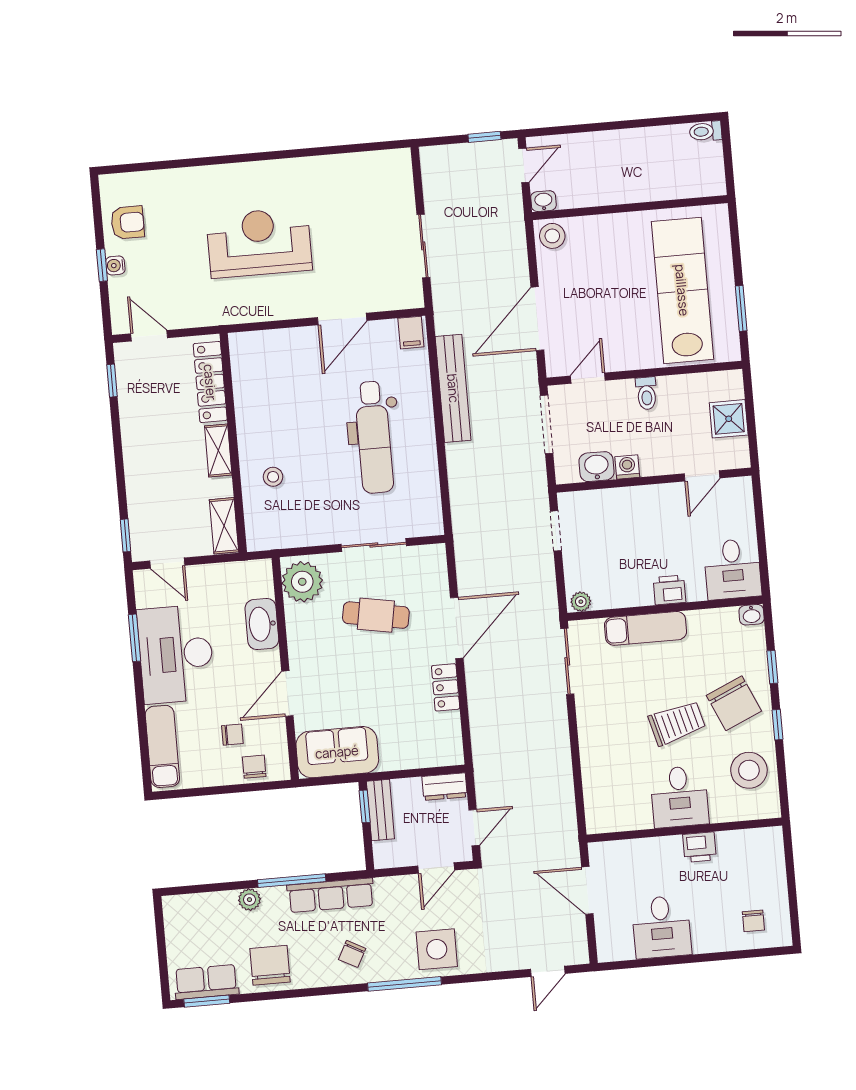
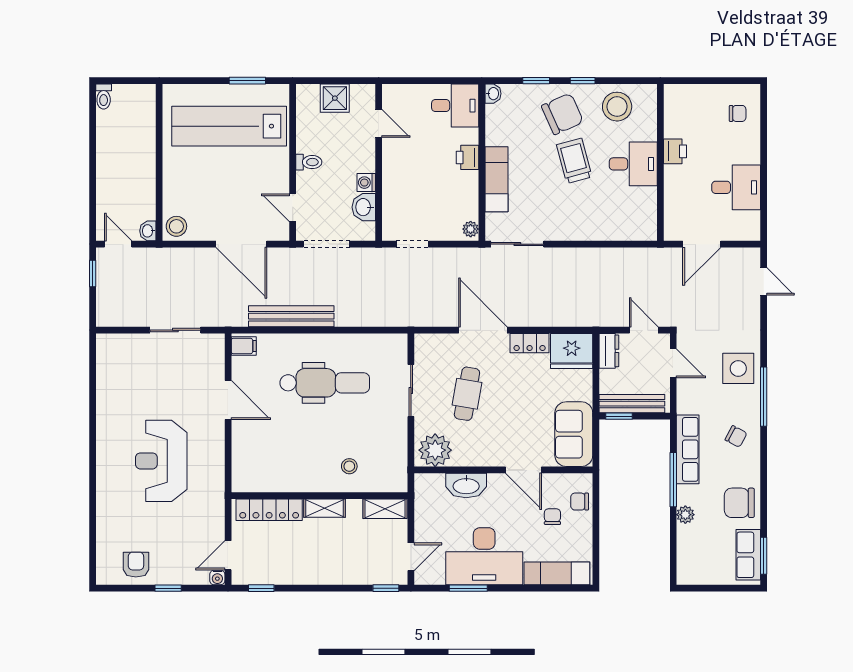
water cooler: (115, 265) -> (217, 577), moved
fridge: (440, 740) -> (572, 351), added
bench: (380, 810) -> (632, 404), width x1.36

